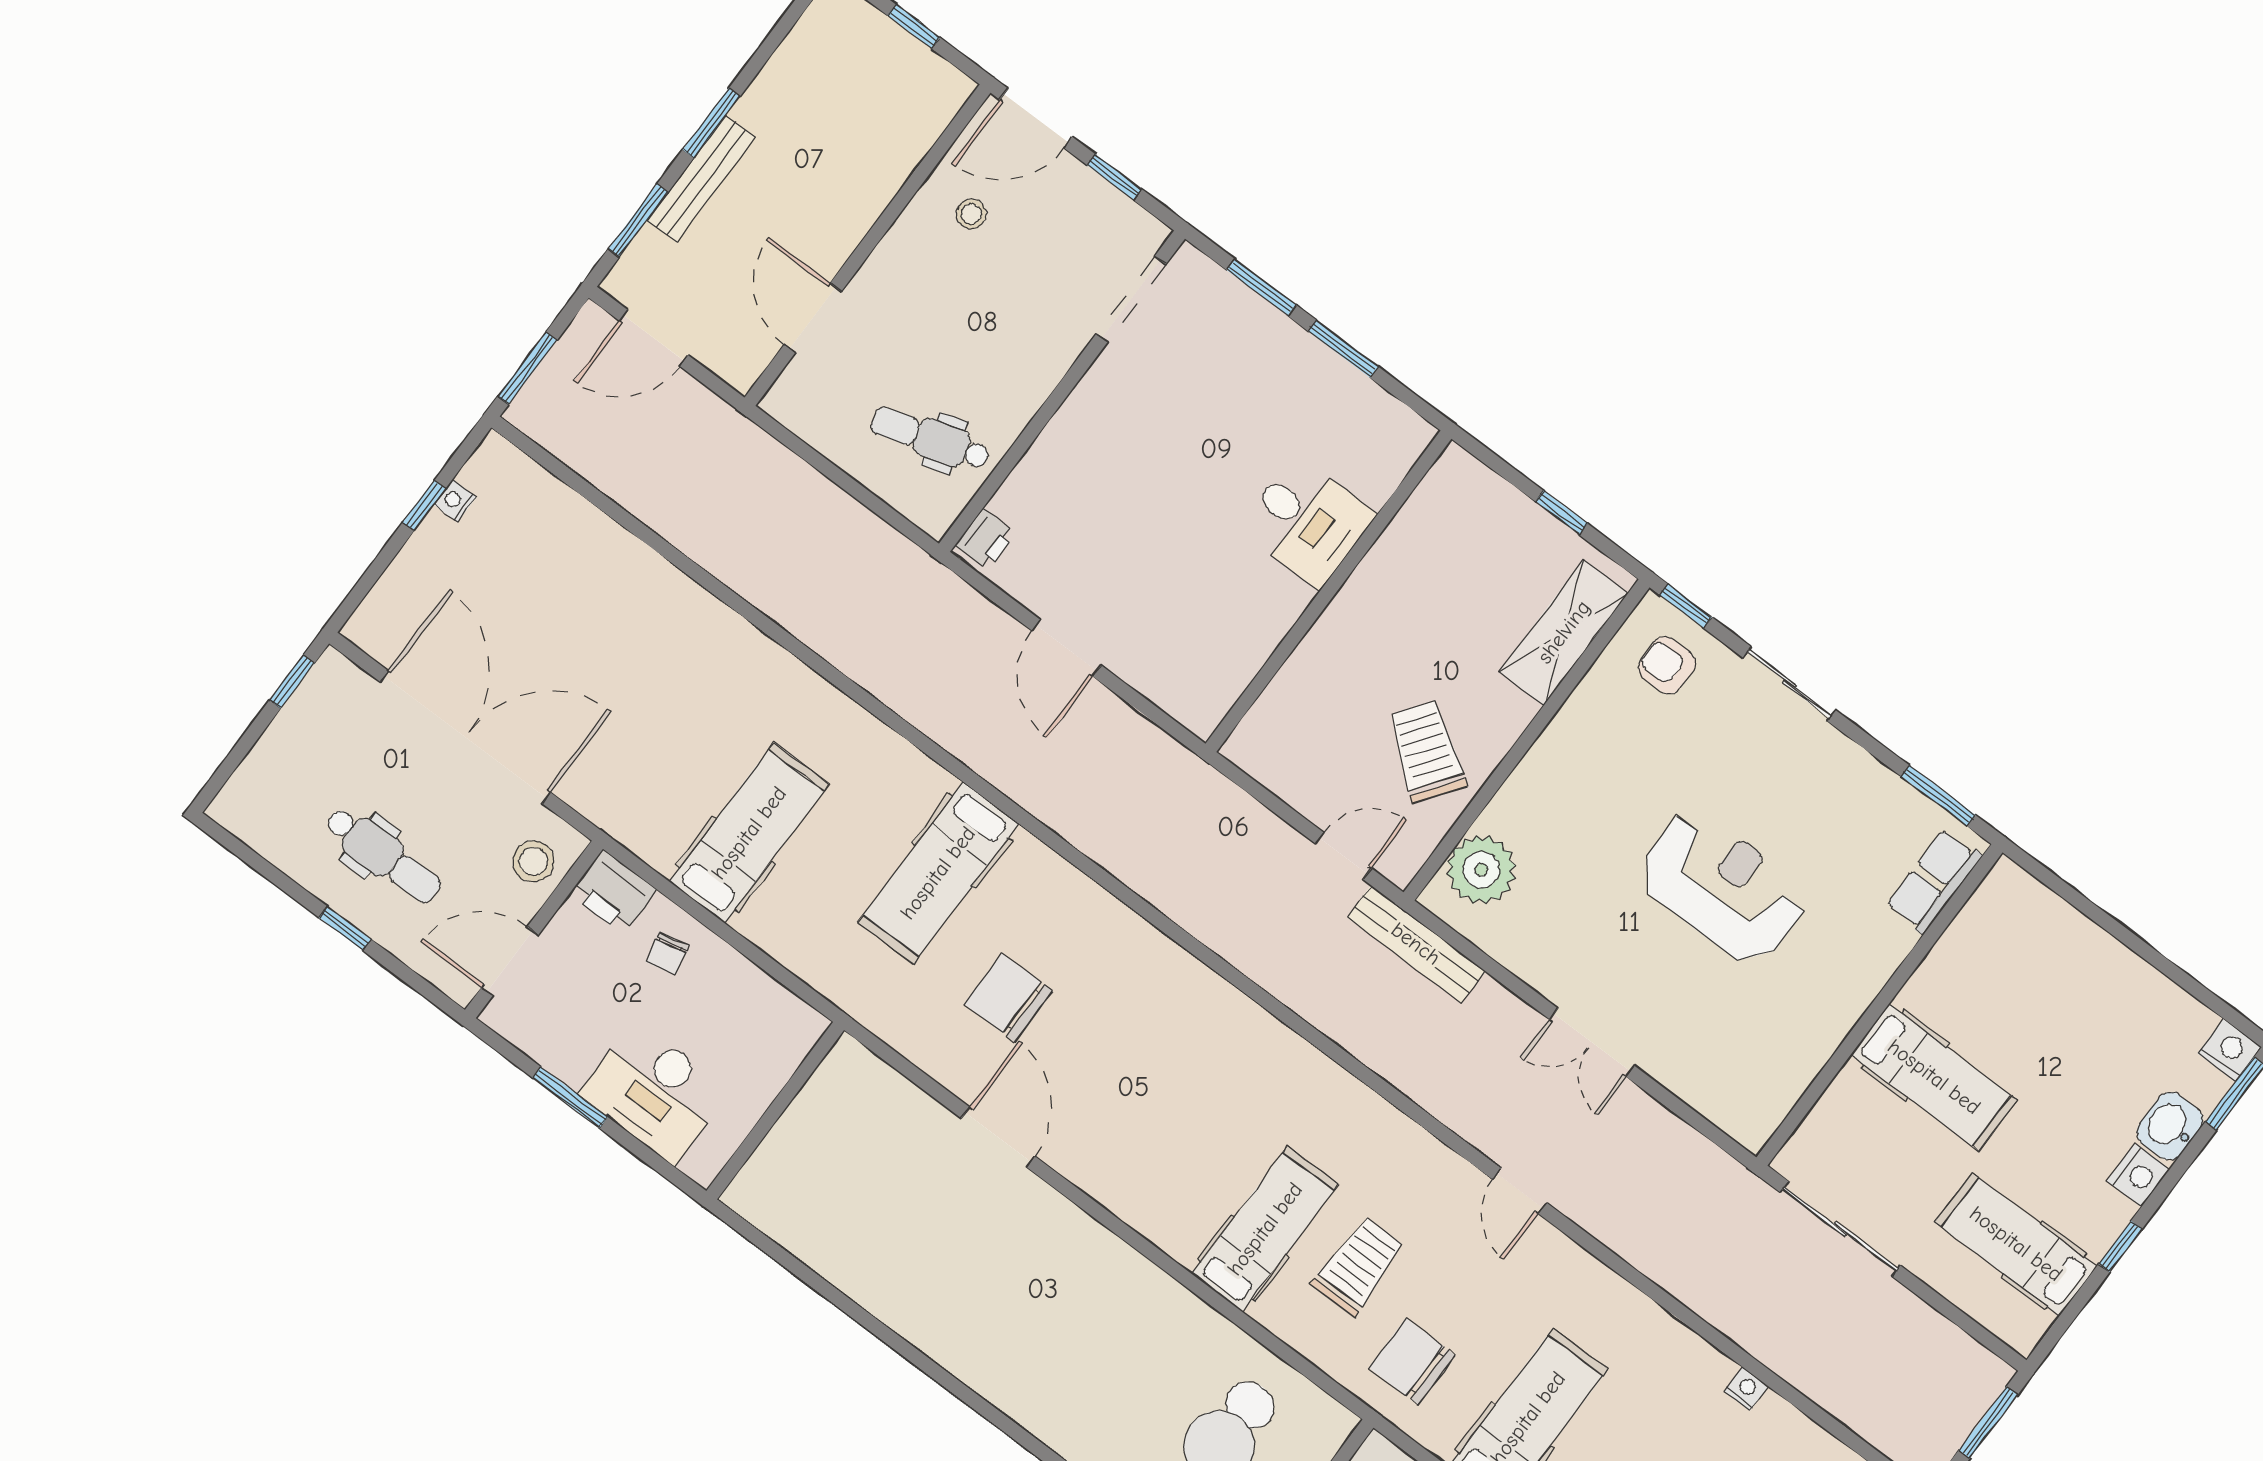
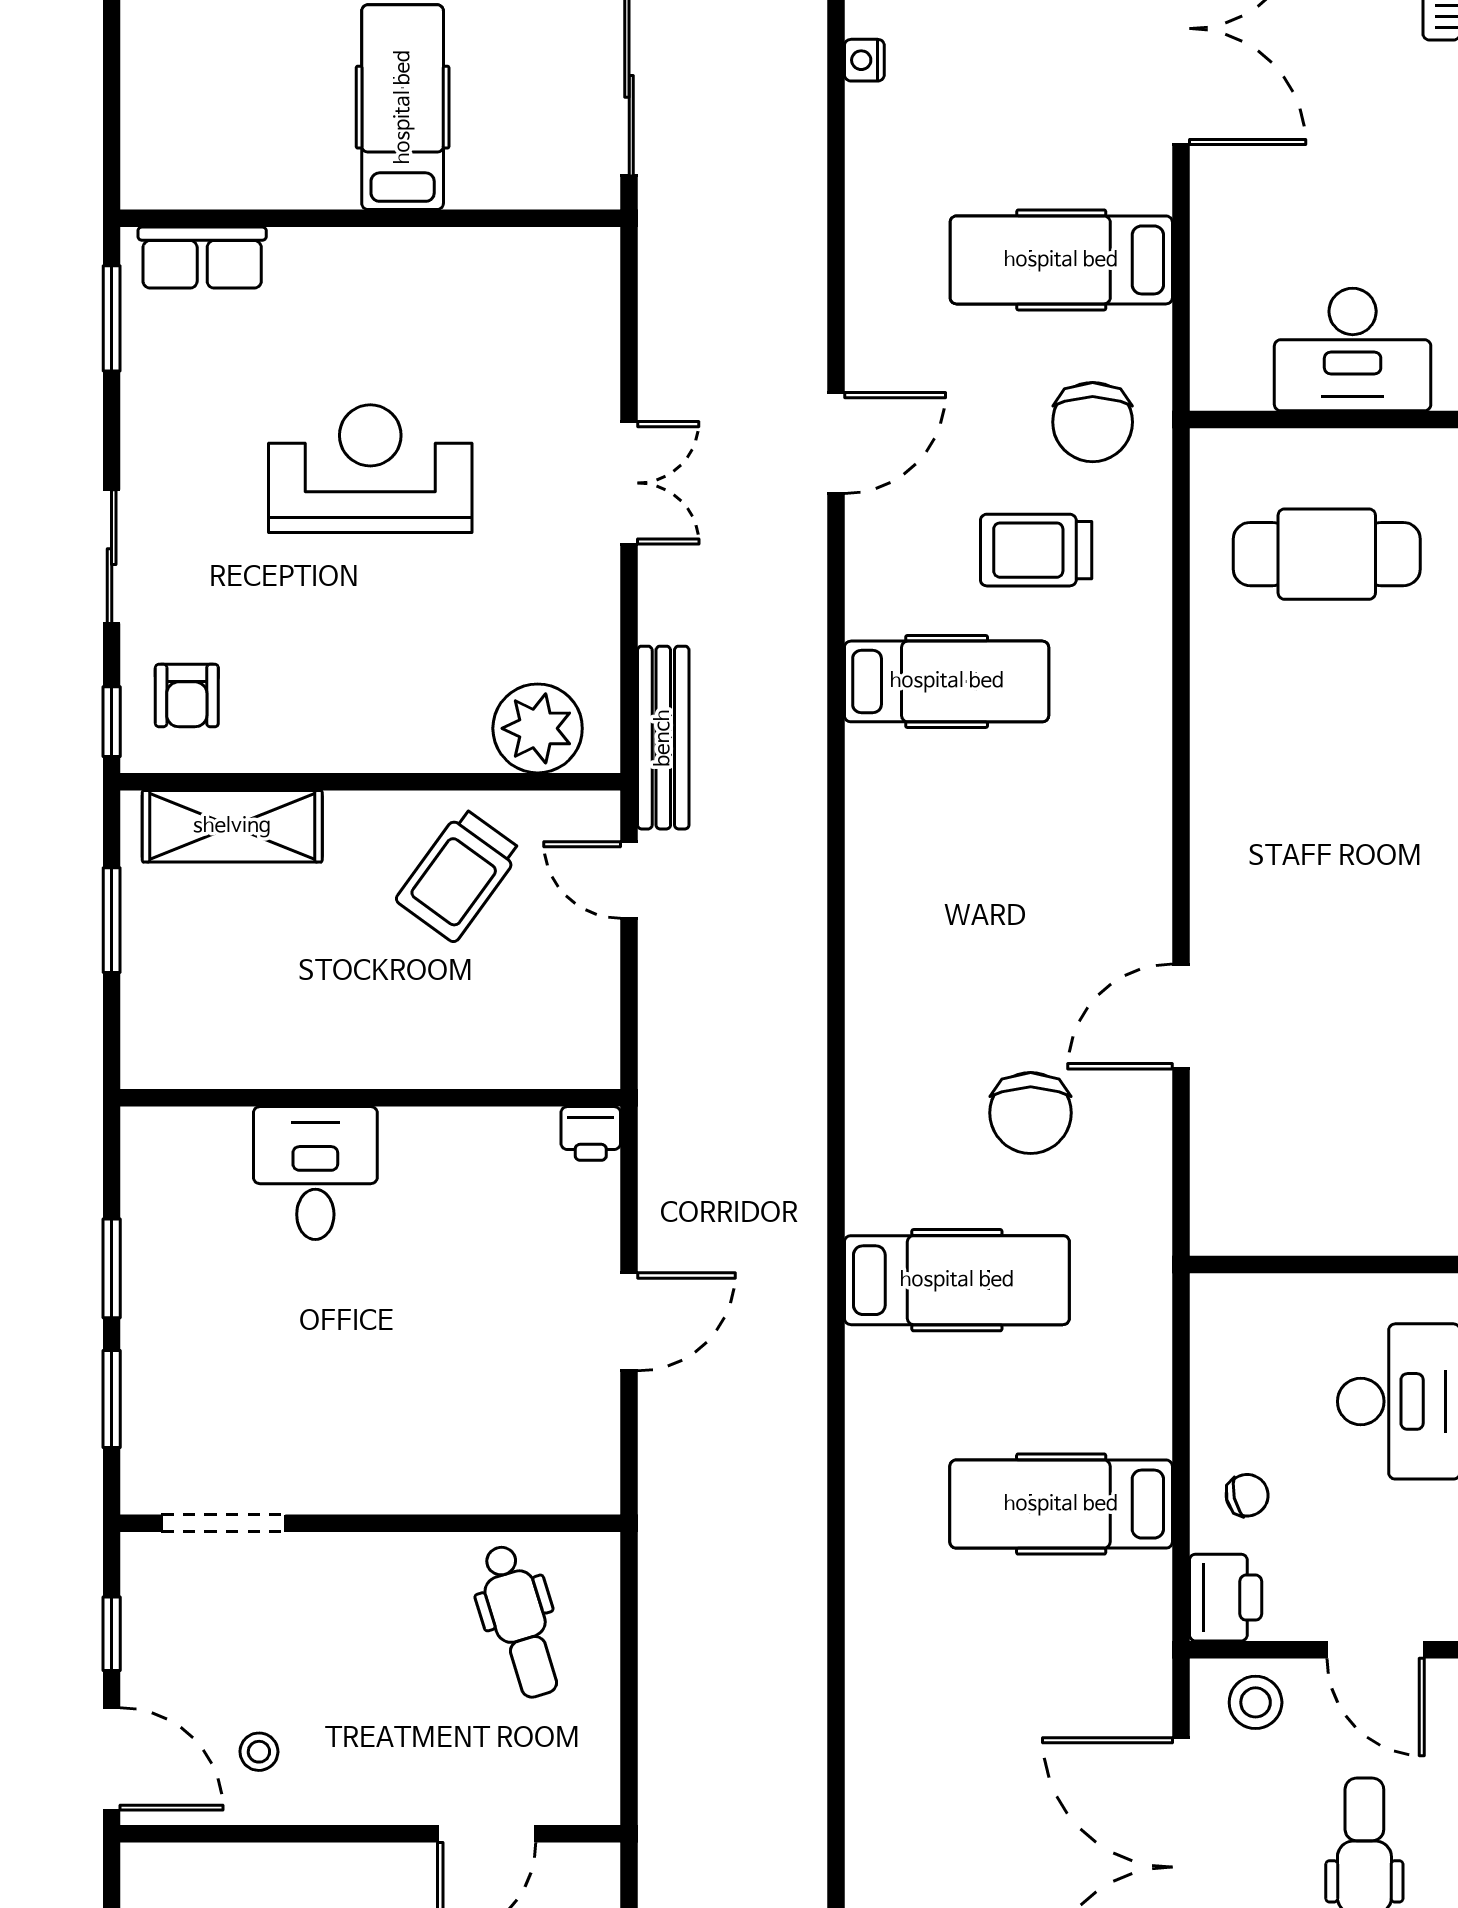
window: (1561, 513) -> (112, 920), width x1.50
printer: (986, 539) -> (591, 1133), moved, turned 180
reception desk: (1723, 887) -> (370, 469), turned 90
door: (1520, 1191) -> (836, 443), width x1.38
hospital bed: (1265, 1229) -> (947, 681), moved, turned 180

